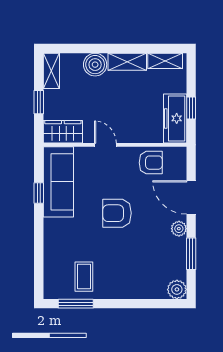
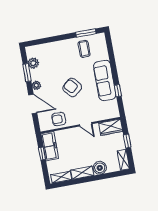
sofa: (58, 182) -> (105, 80), moved
armchair: (117, 213) -> (72, 88), turned -131
plant: (177, 289) -> (33, 63), moved

